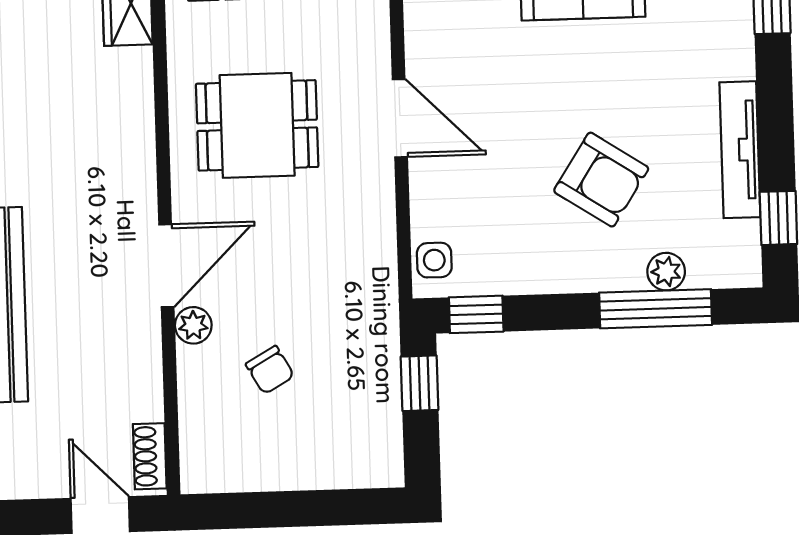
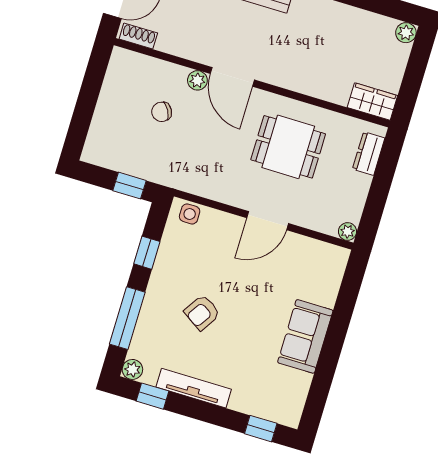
dining table: (257, 125) -> (288, 147), turned 90
armchair: (601, 180) -> (202, 313), width x0.72, depth x0.72
plant: (666, 272) -> (132, 369), moved
window: (476, 314) -> (147, 253), moved

